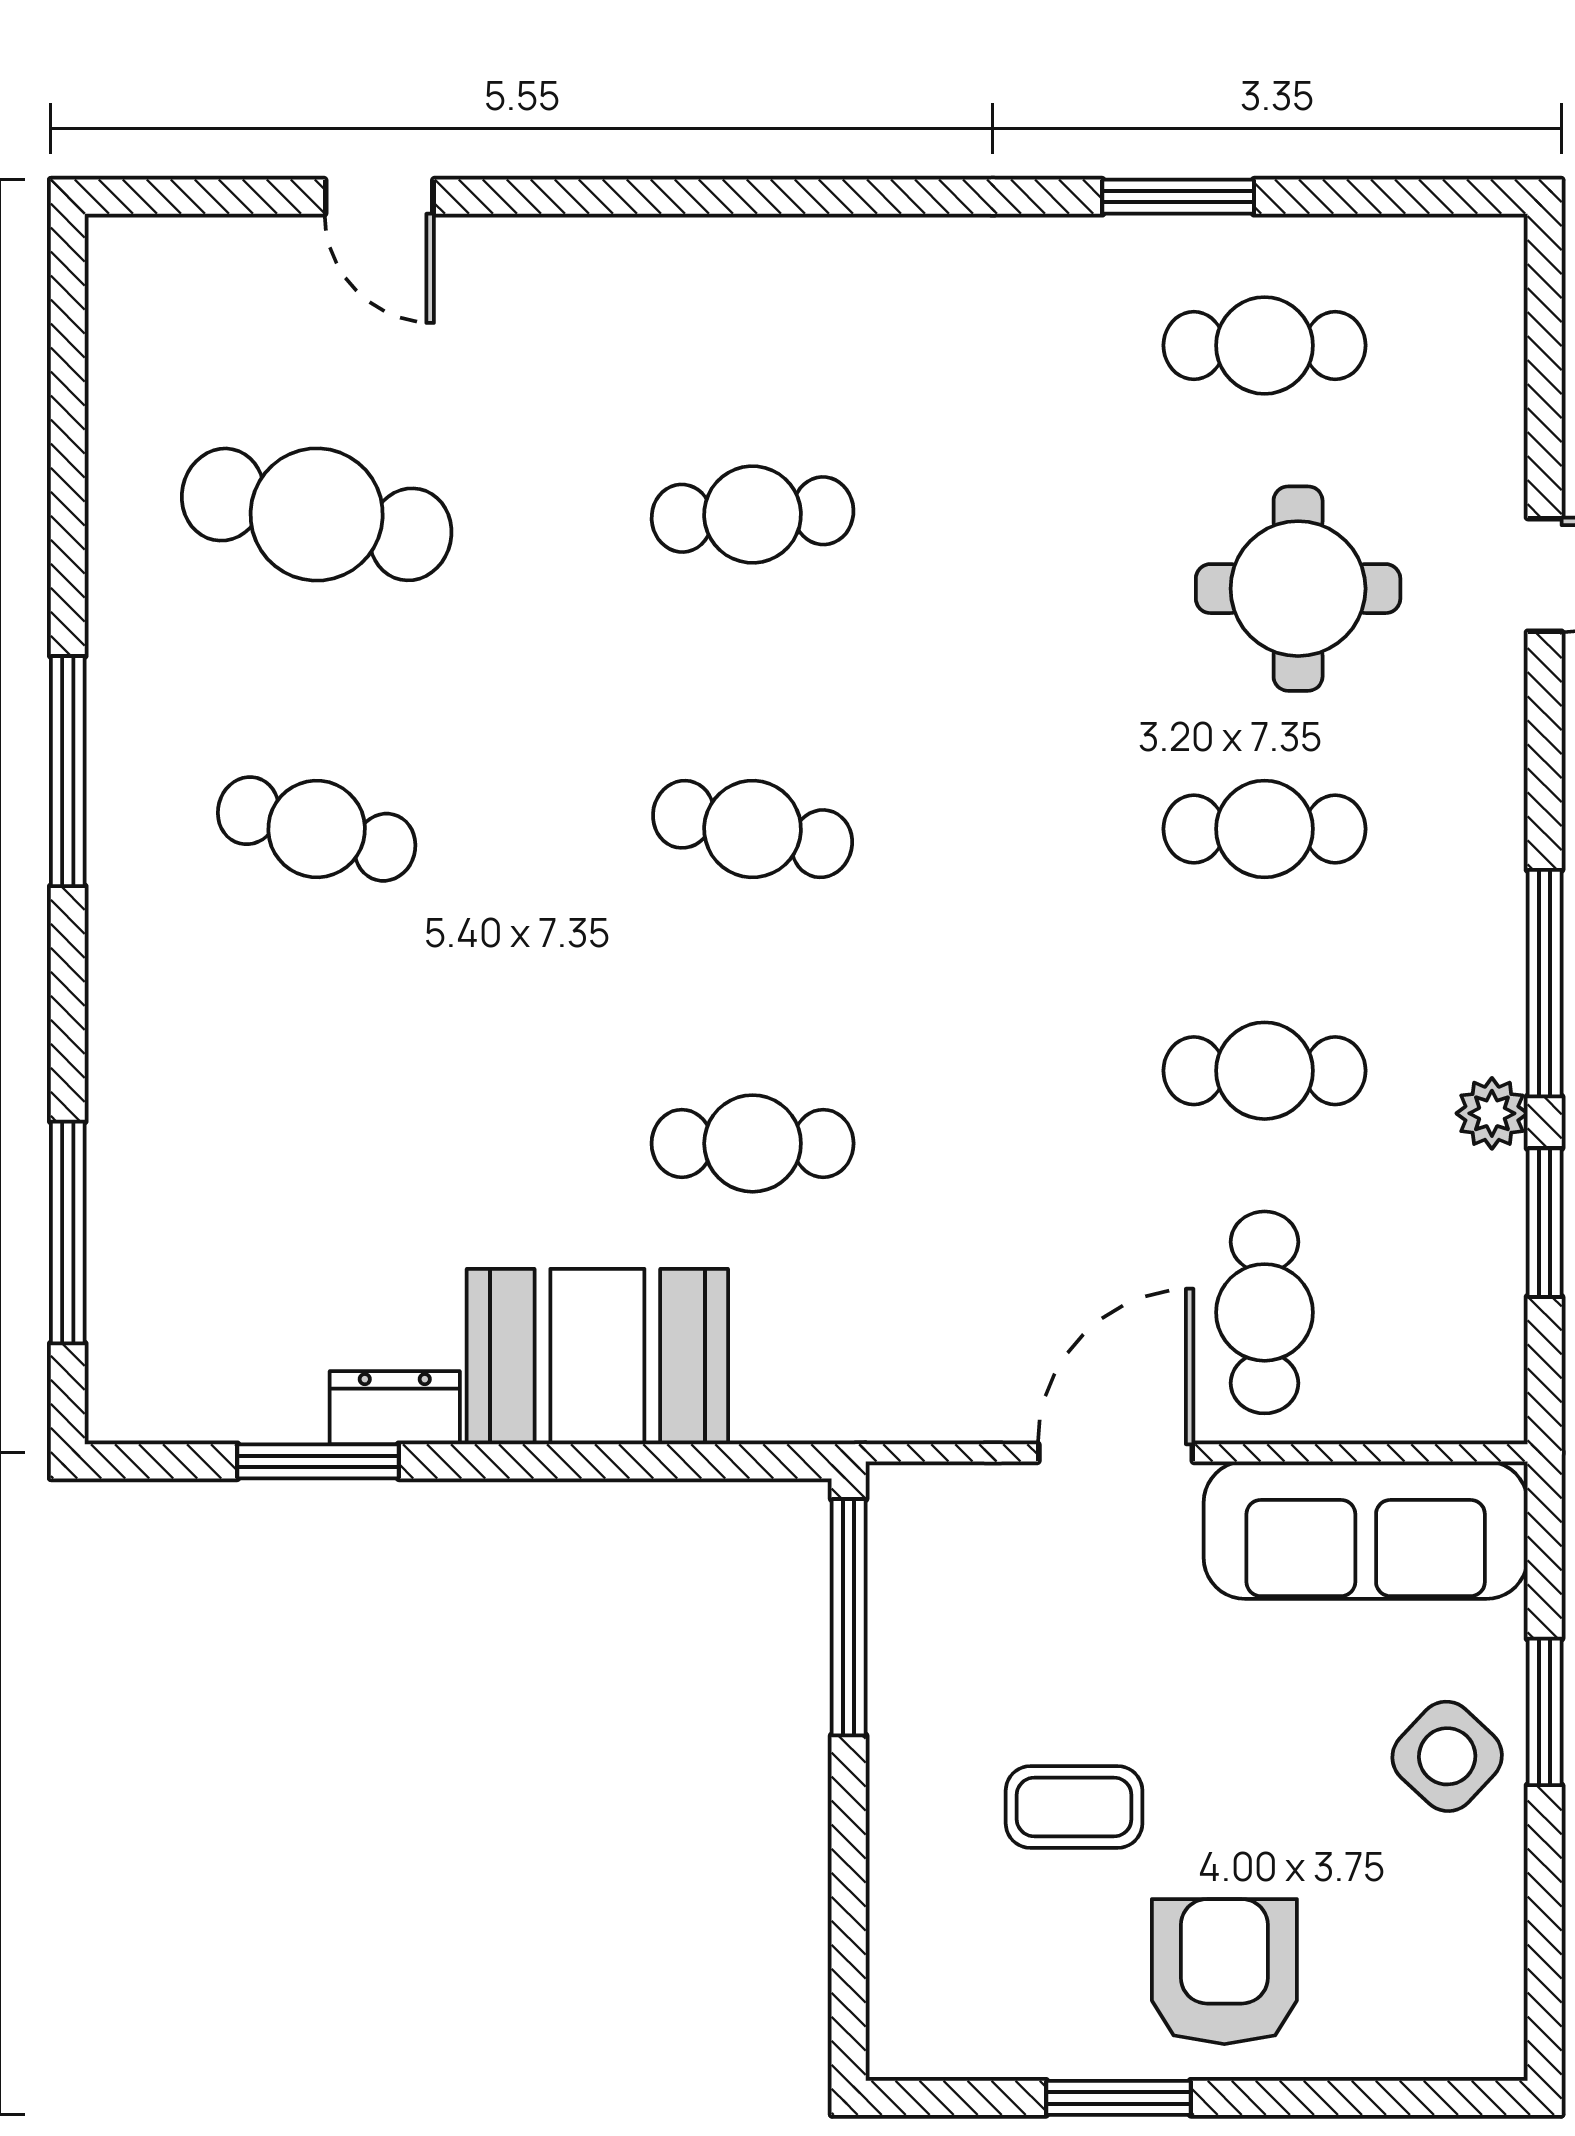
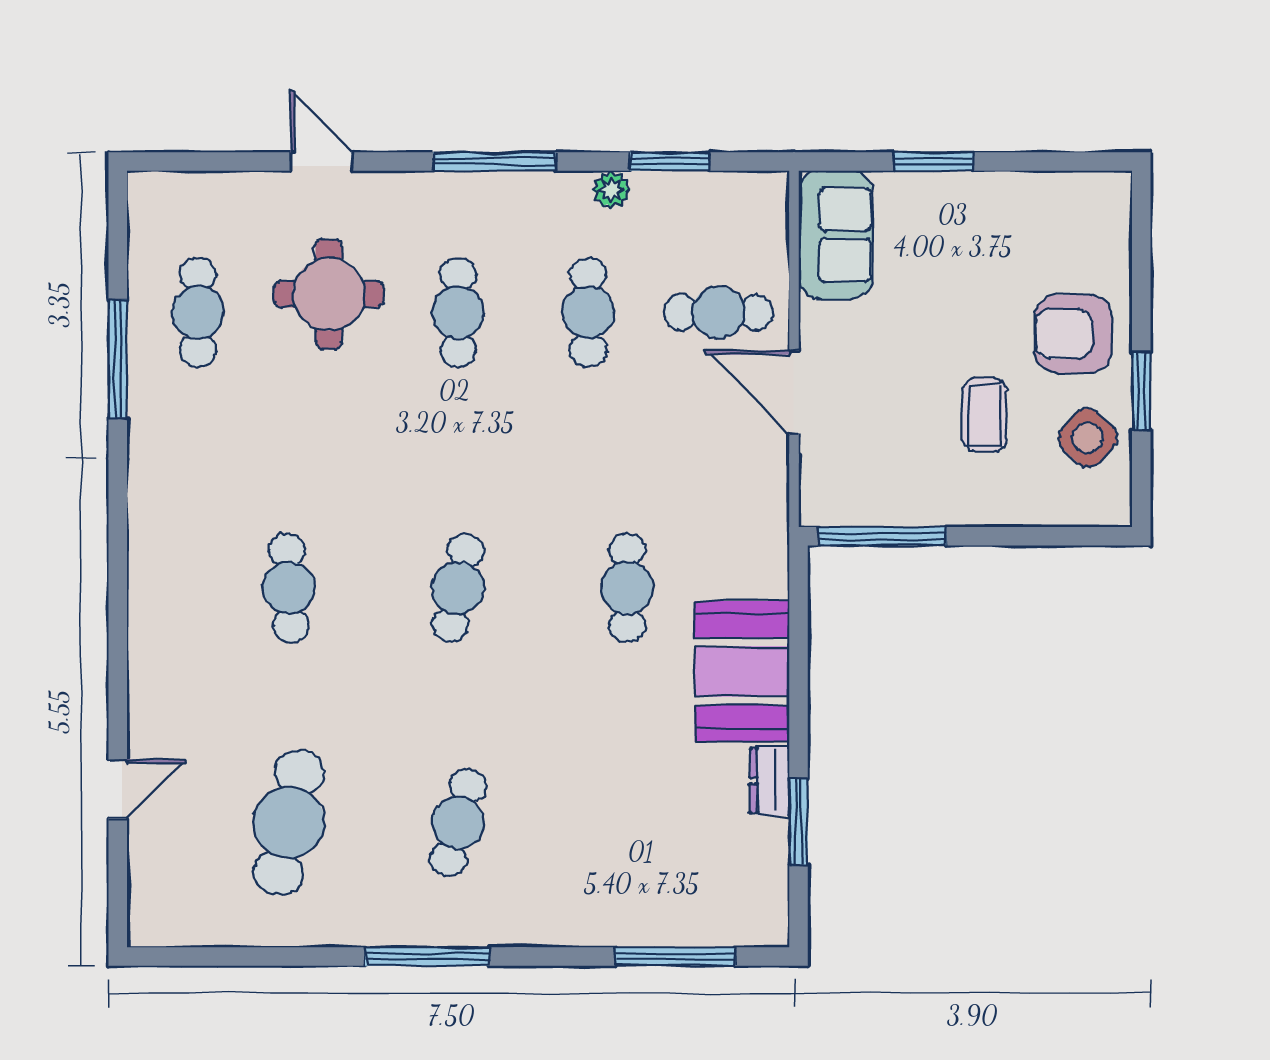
window: (1178, 197) -> (118, 359), width x1.44
window: (1545, 983) -> (494, 162), moved
sofa: (1366, 1530) -> (836, 235), width x0.73
side table: (1447, 1756) -> (1088, 438), moved

